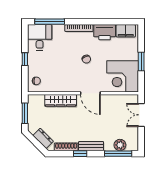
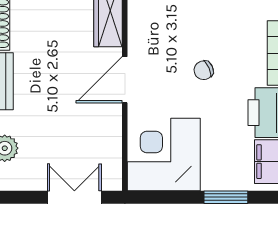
window: (141, 61) -> (226, 197), moved

